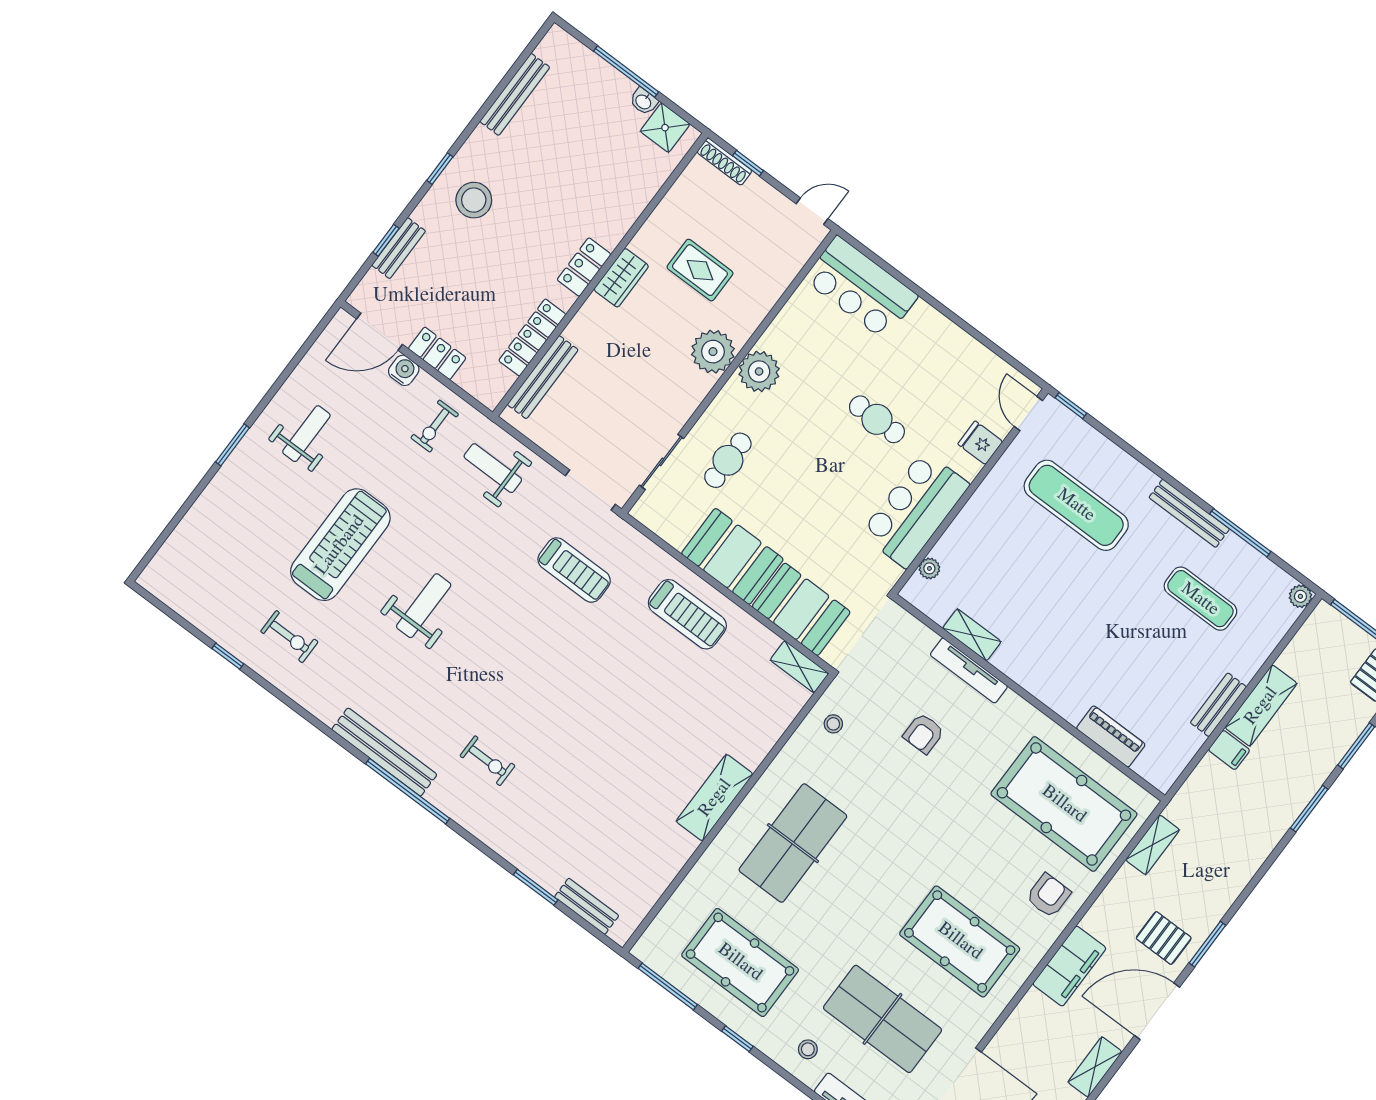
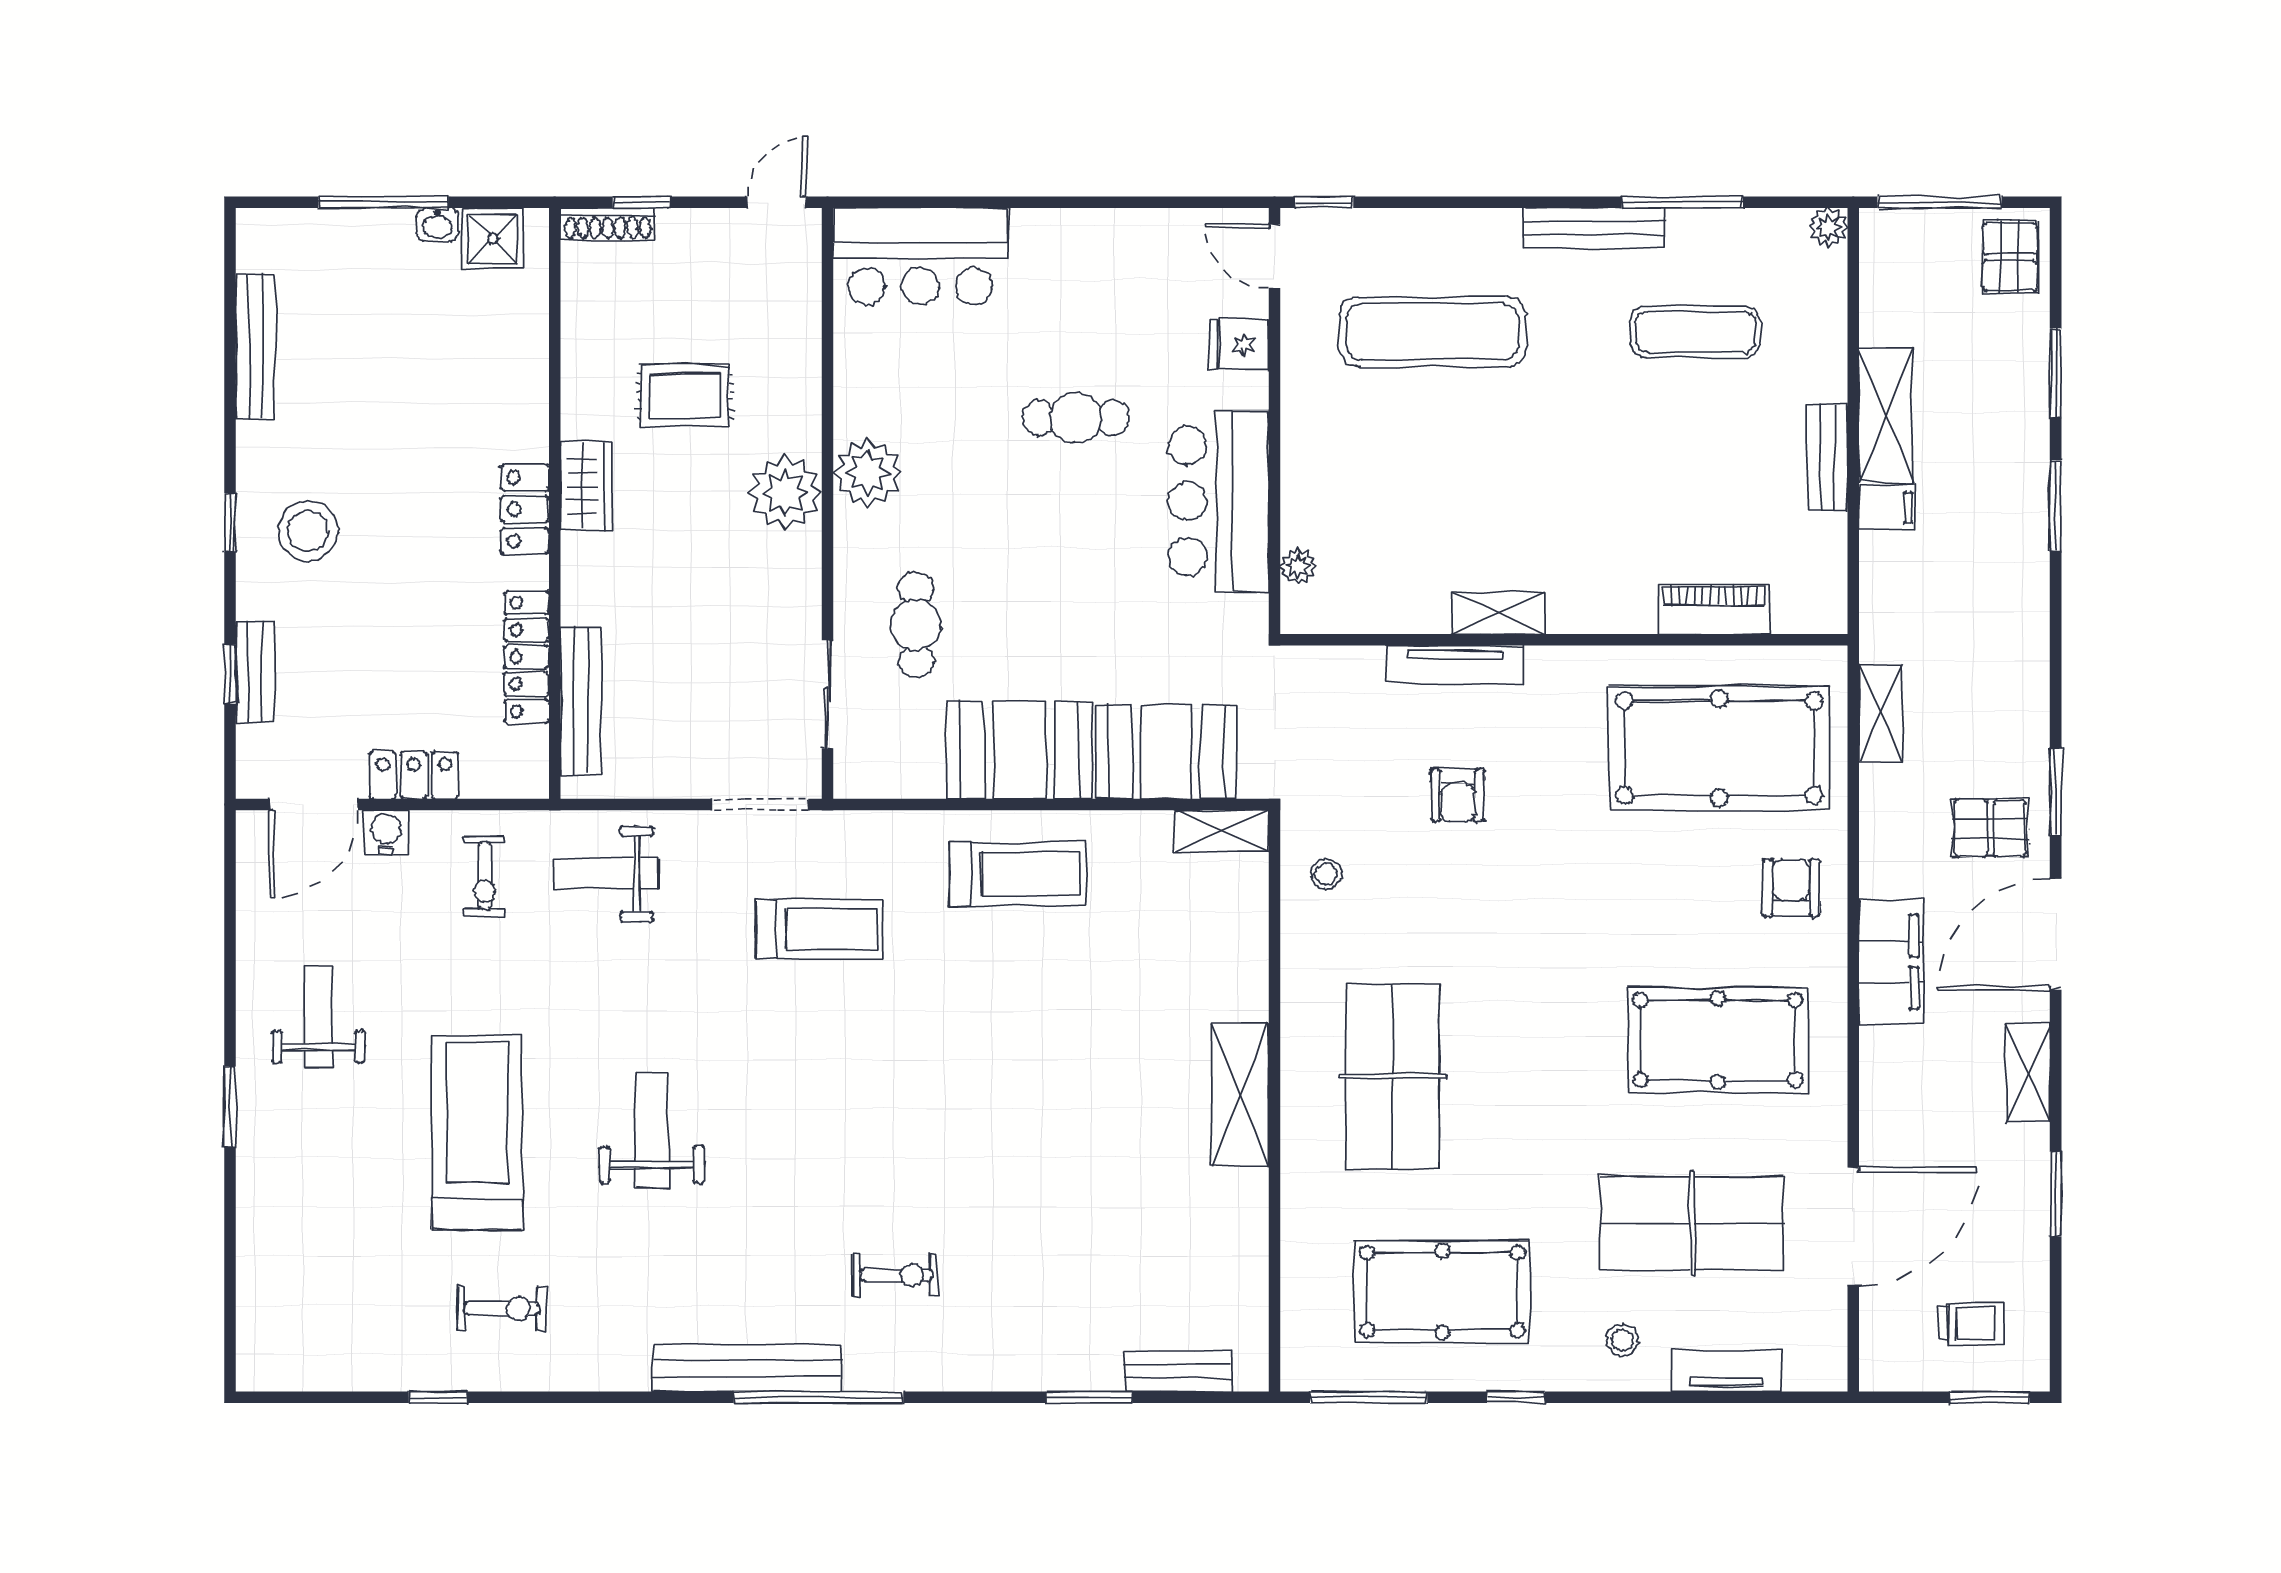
shelving: (972, 635) -> (1498, 613), moved

